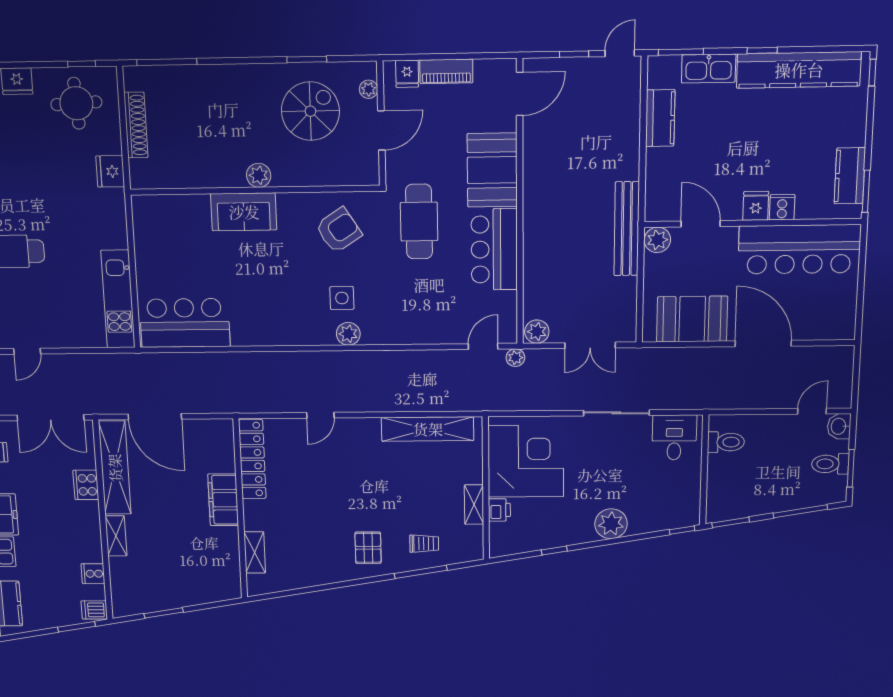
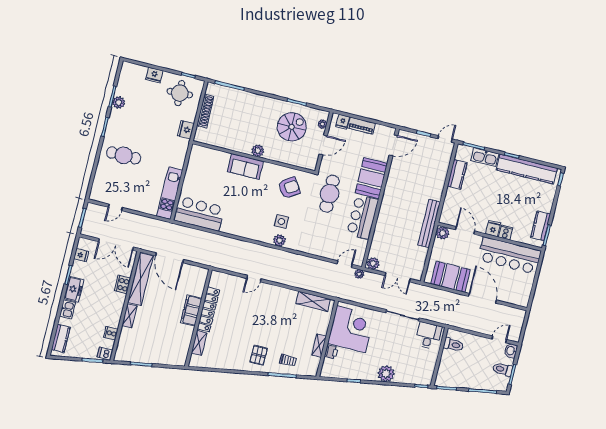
shelving: (428, 429) -> (313, 301), width x0.68
locker: (252, 459) -> (208, 309), moved

